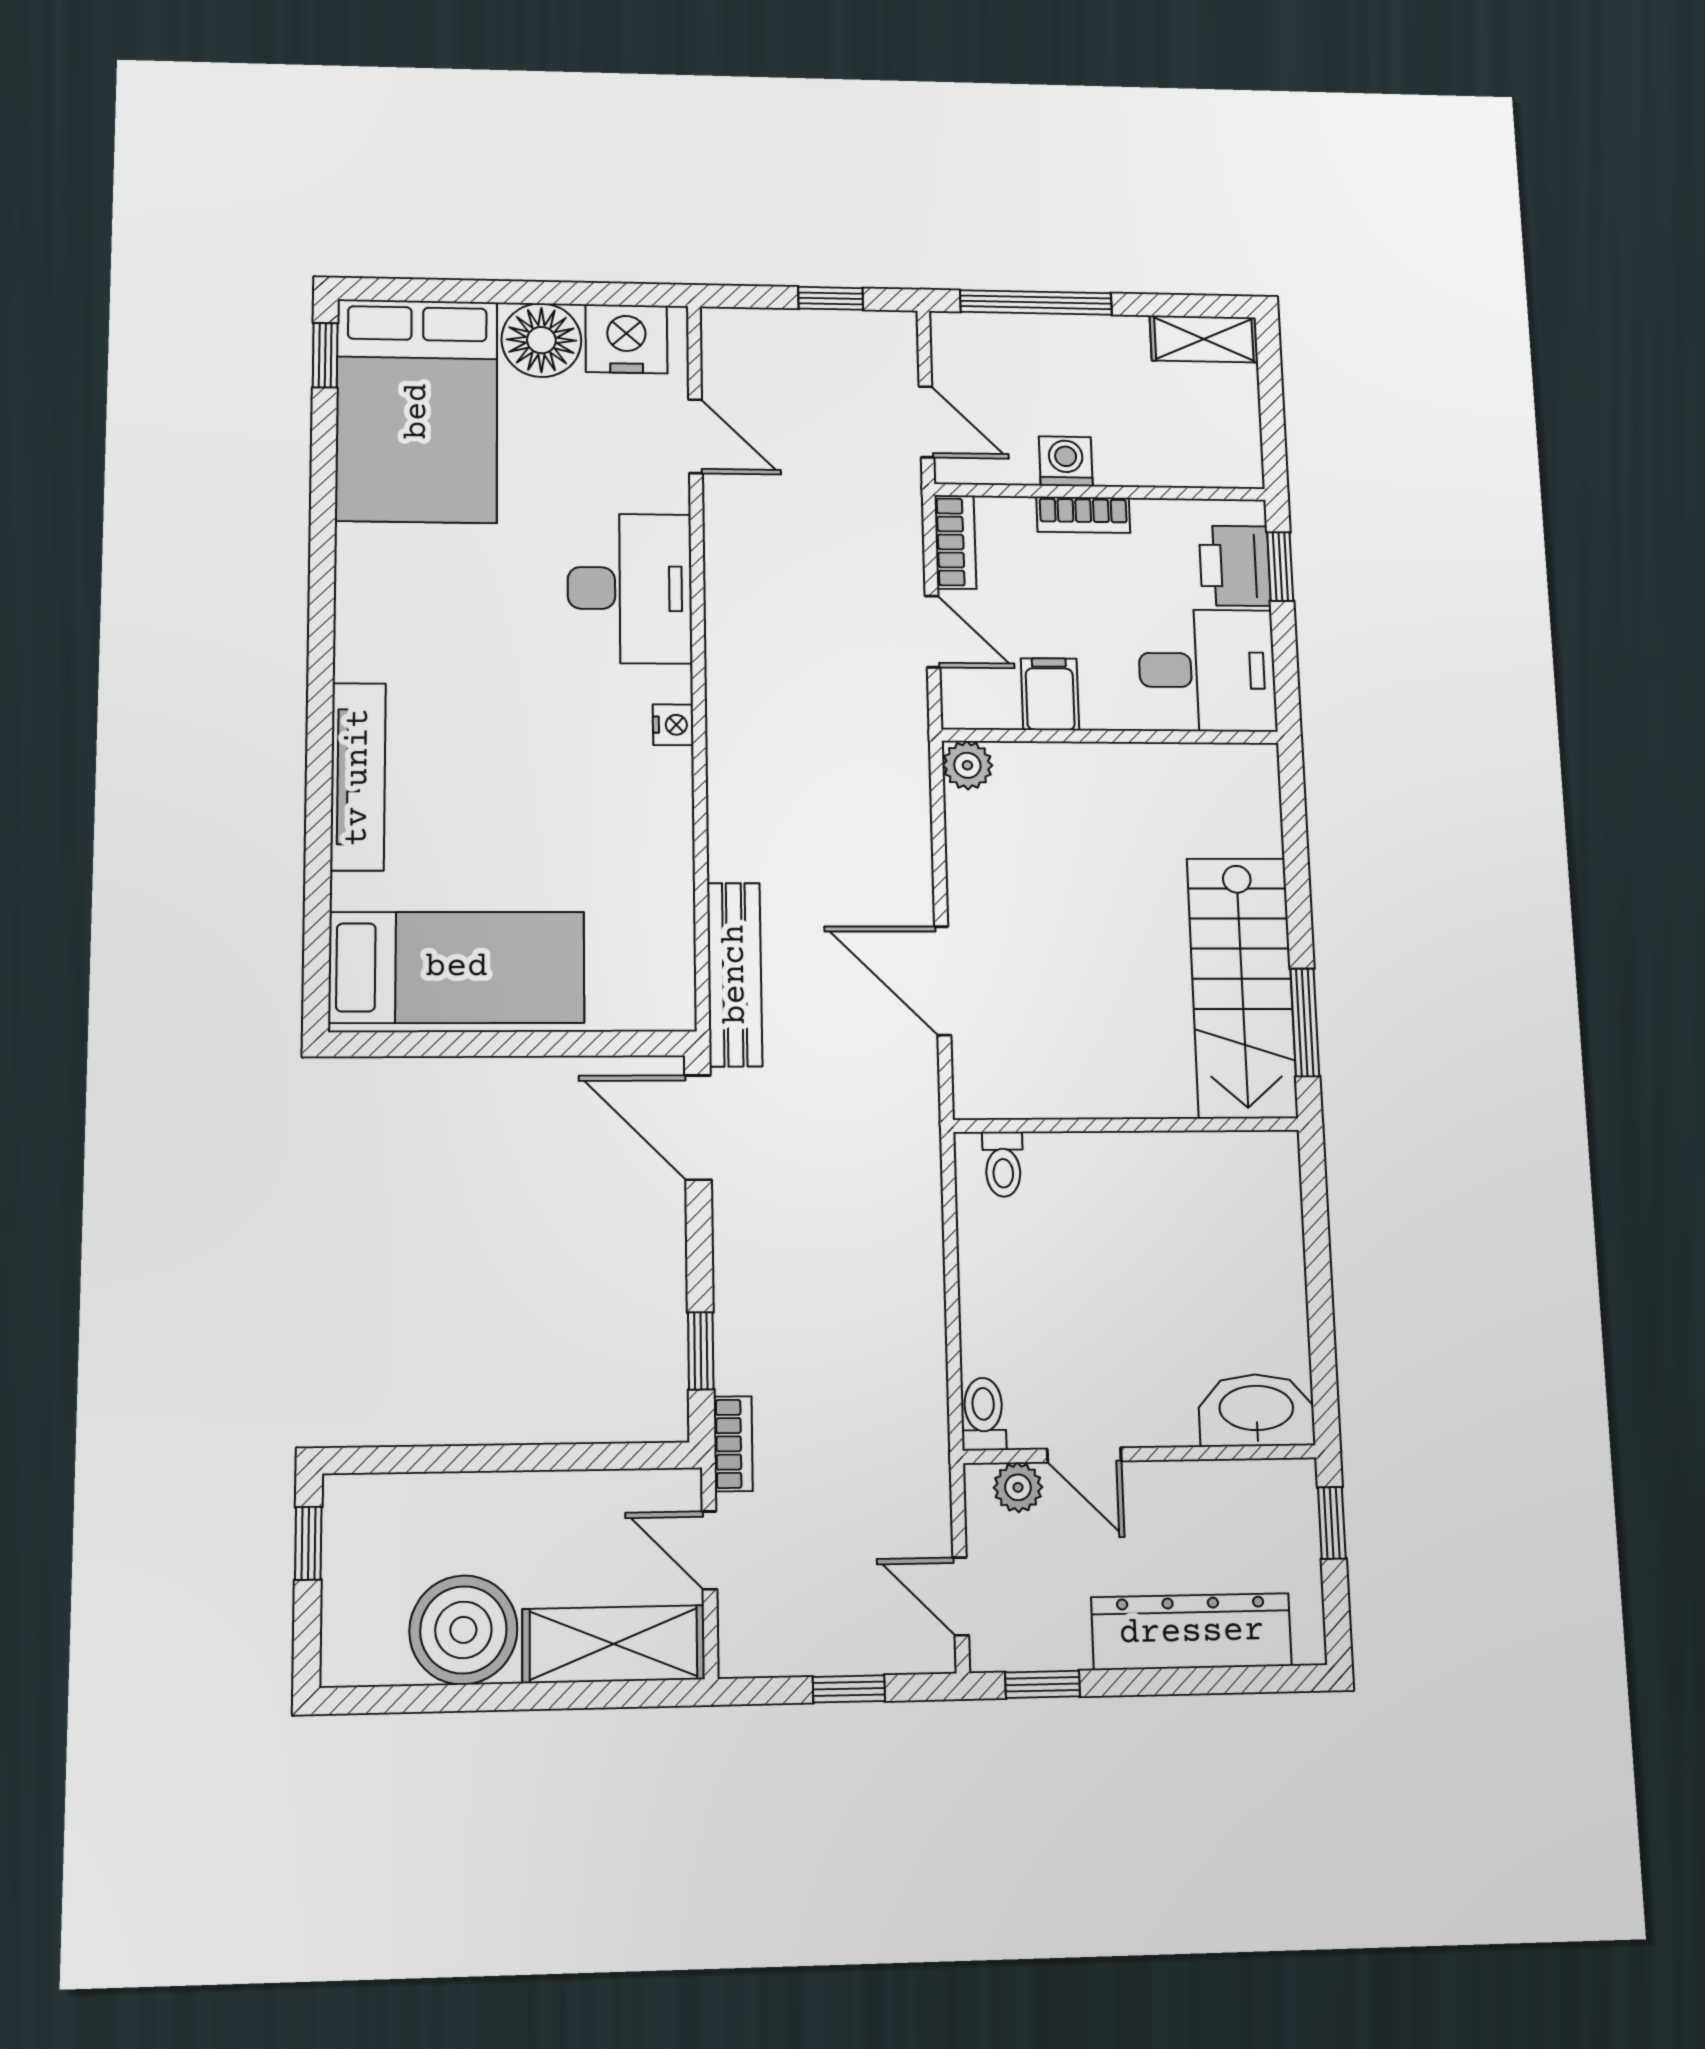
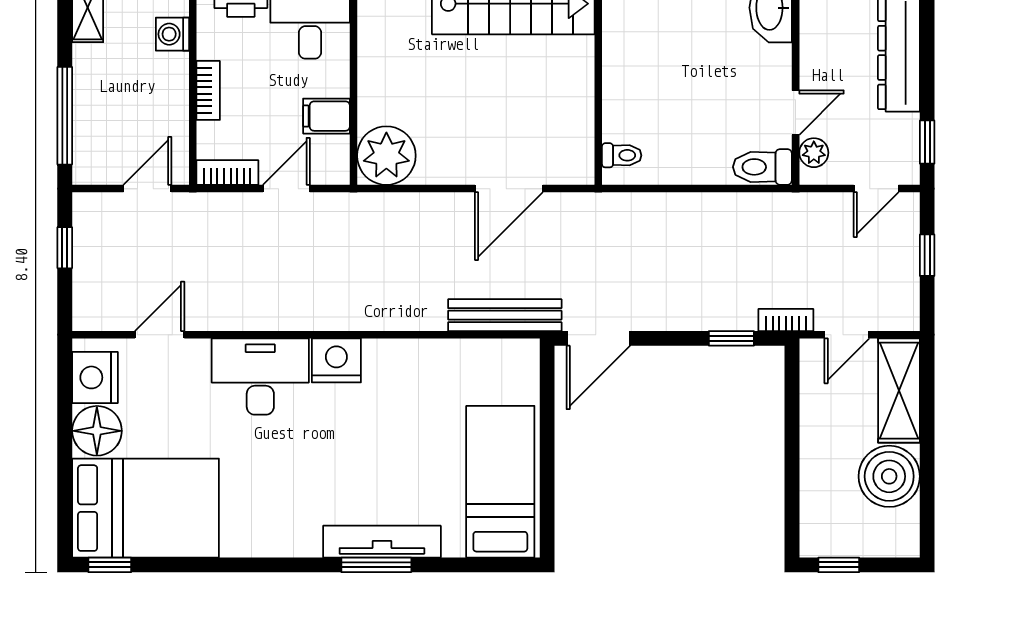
washing machine: (1066, 461) -> (172, 34), moved
nightstand: (673, 725) -> (336, 360), width x1.89, depth x1.79
plant: (967, 765) -> (386, 156), width x1.87, depth x1.87
window: (319, 767) -> (376, 565), added
toilet: (983, 1414) -> (762, 167), width x1.37, depth x1.39

